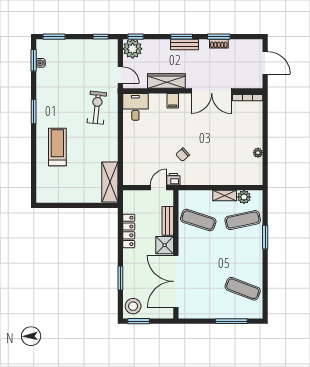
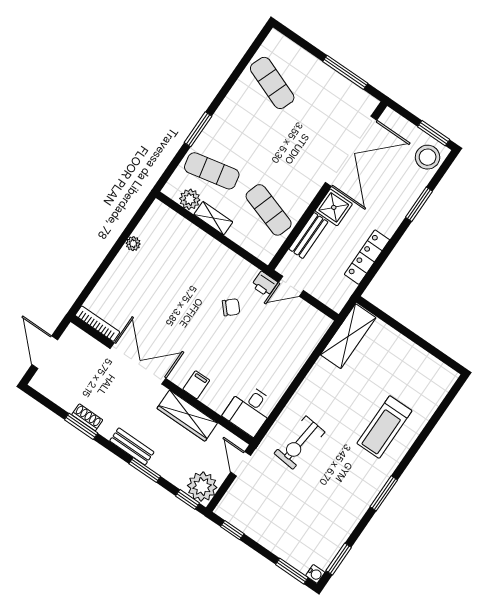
window: (182, 37) -> (145, 470), moved
water cooler: (41, 63) -> (315, 574), moved
window: (231, 321) -> (345, 72), moved

